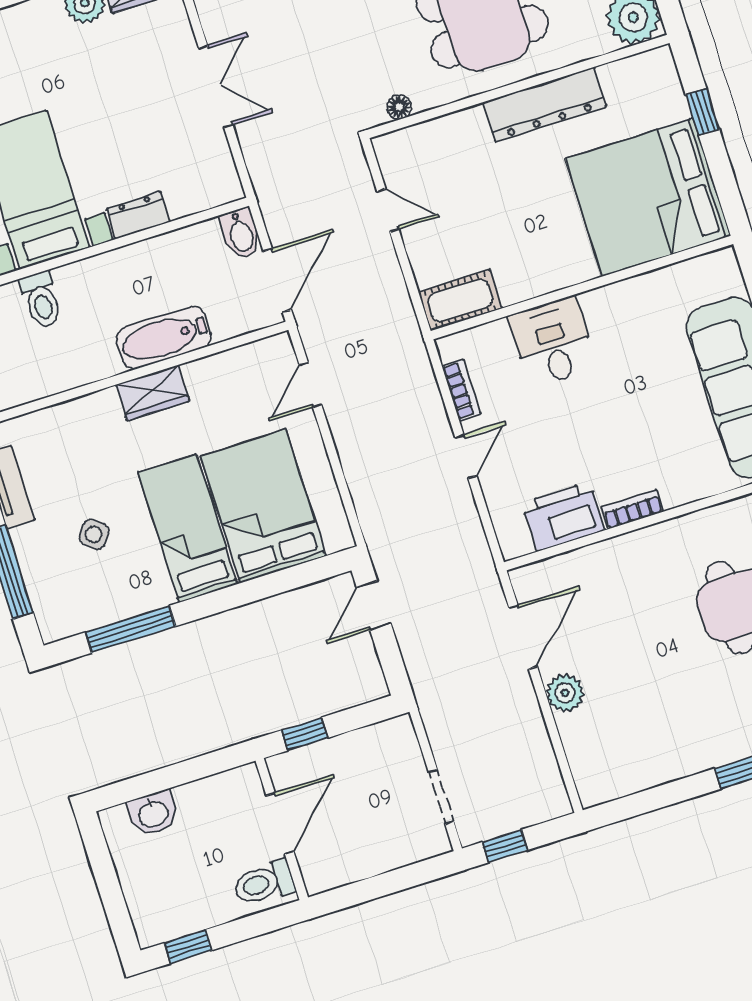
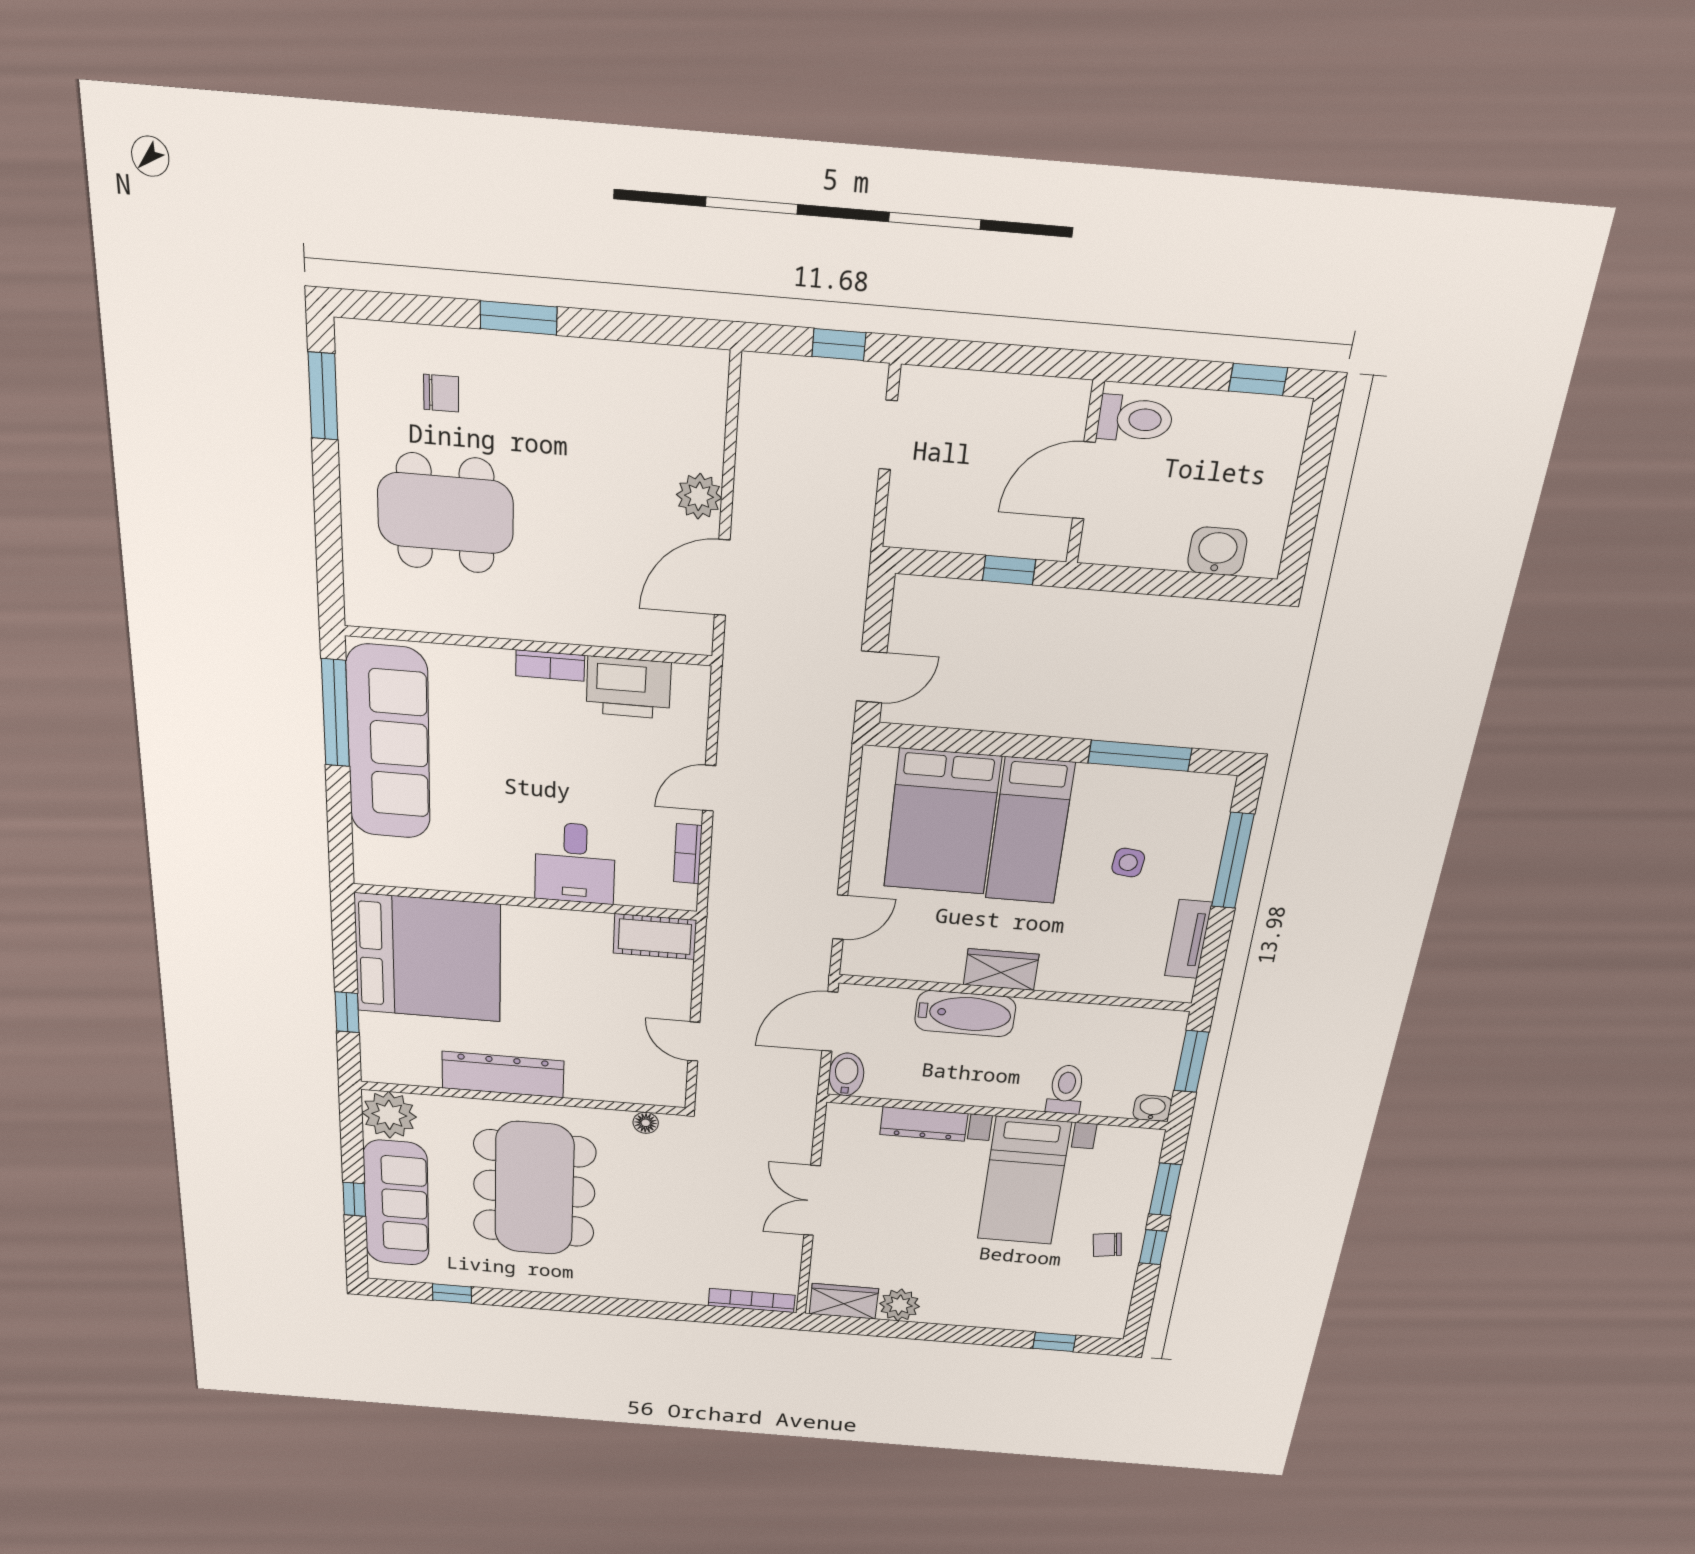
dresser: (138, 215) -> (924, 1124), width x1.44
side table: (94, 534) -> (1128, 863), turned -31

